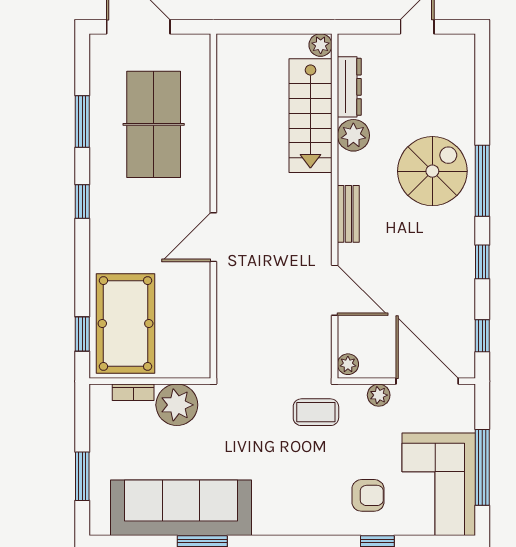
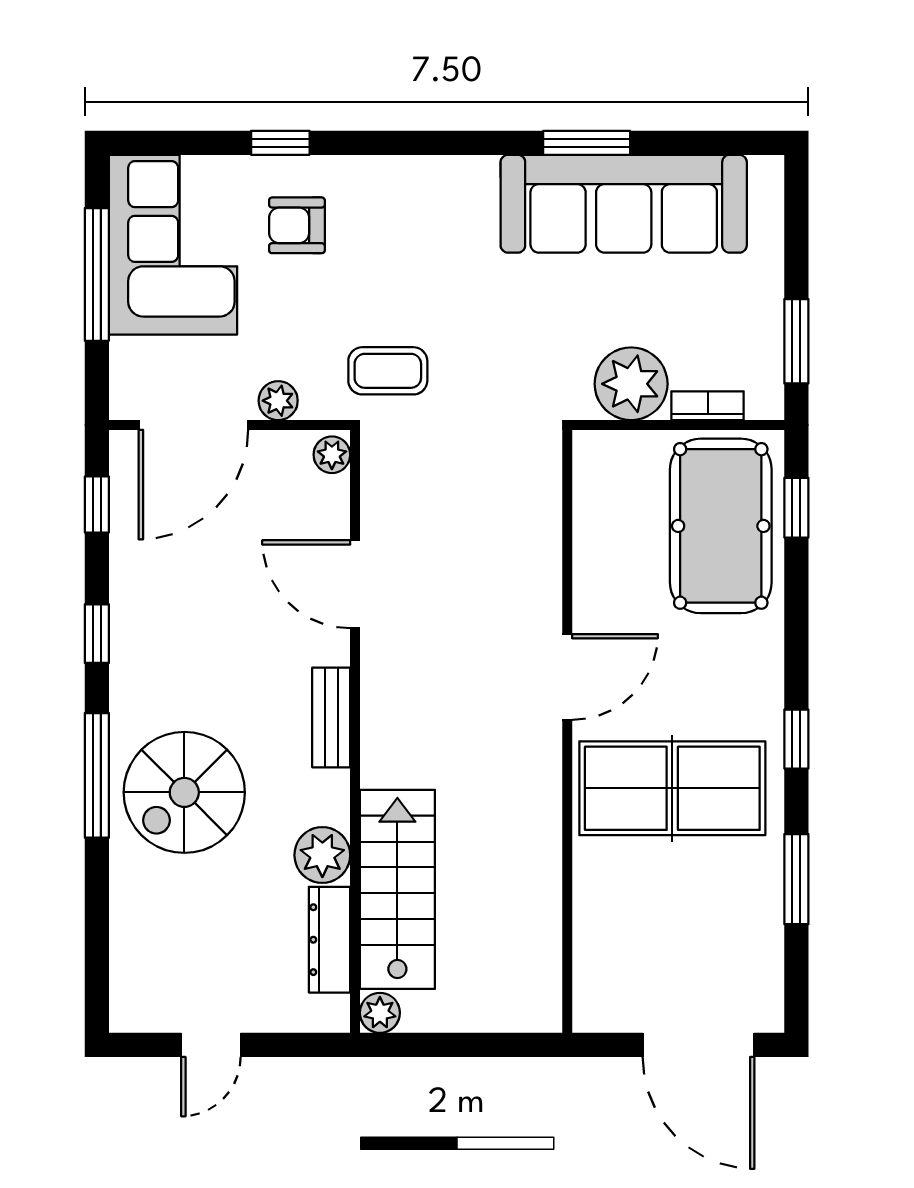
table tennis table: (154, 124) -> (672, 788), moved, turned 90
door: (427, 381) -> (193, 425), hinge flipped
window: (82, 476) -> (796, 341), moved

